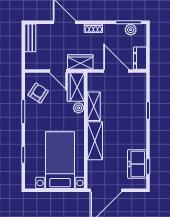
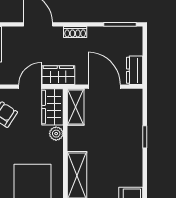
plant: (131, 30) -> (123, 34), removed
door: (58, 71) -> (30, 87), swing flipped
shelving: (94, 106) -> (76, 107), moved

